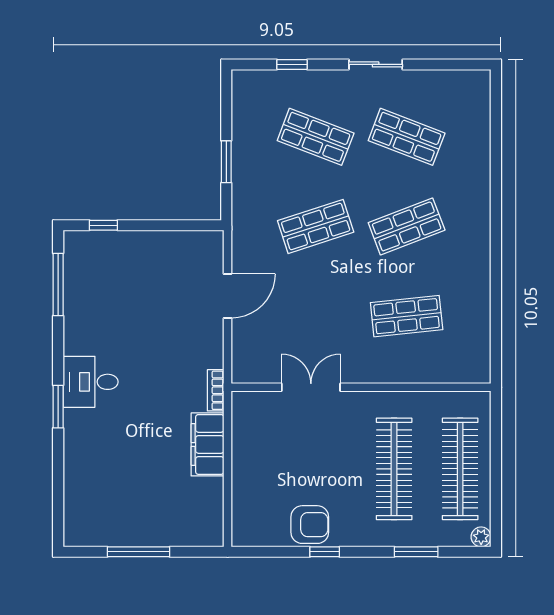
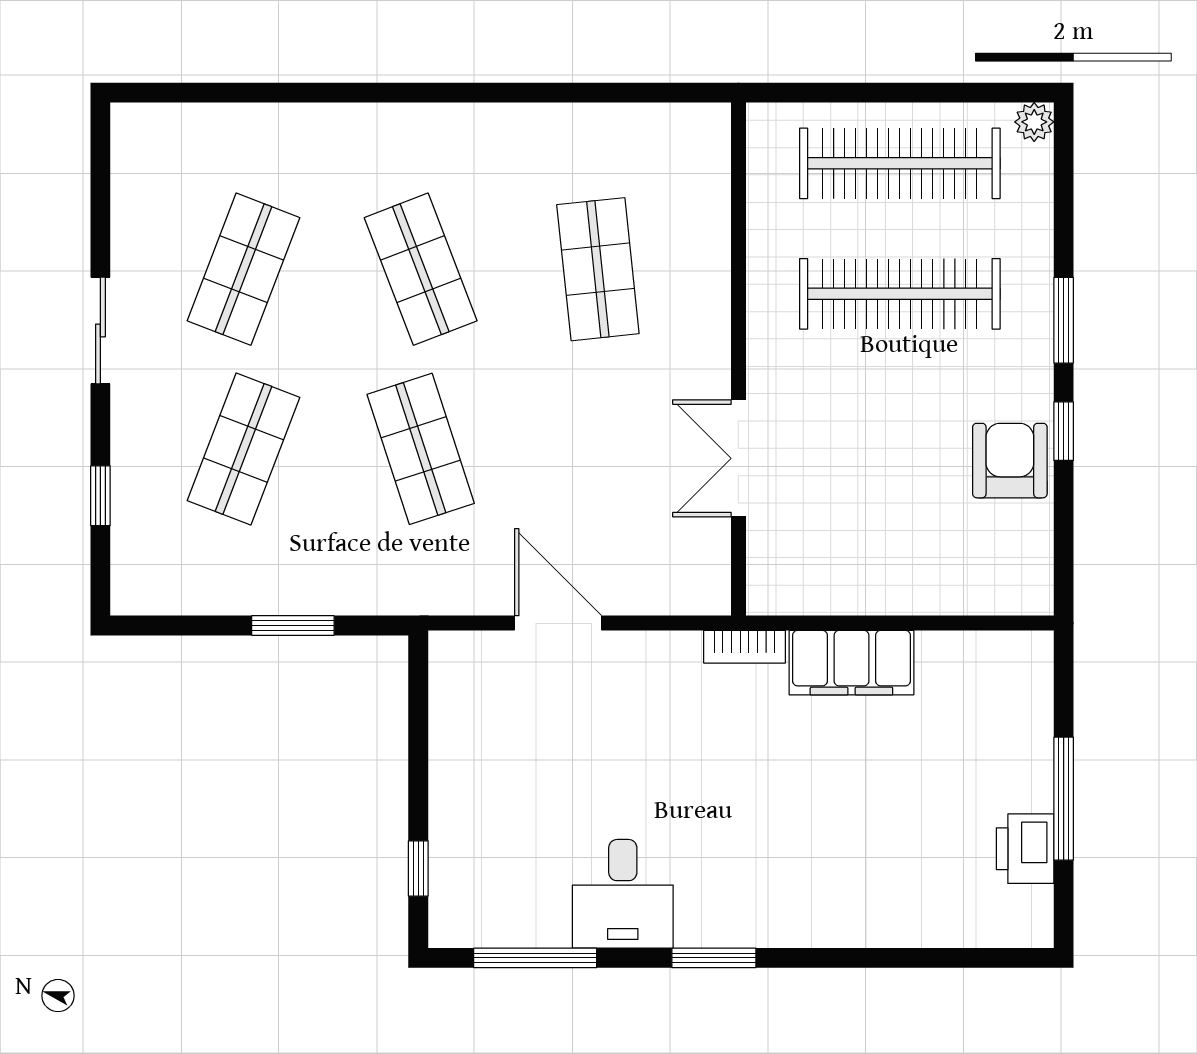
desk: (91, 382) -> (623, 894), moved
window: (58, 407) -> (714, 958), moved
printer: (113, 532) -> (1025, 849), added
window: (416, 552) -> (1064, 320), moved

